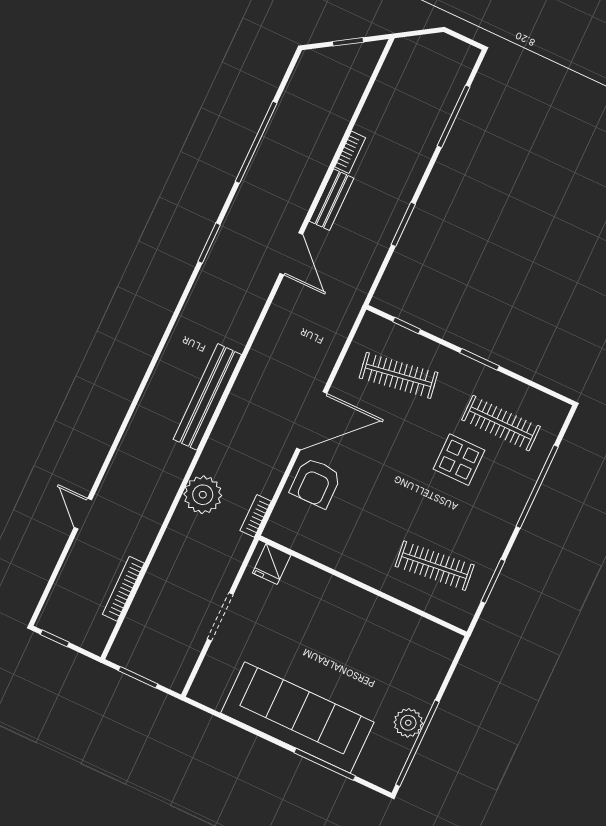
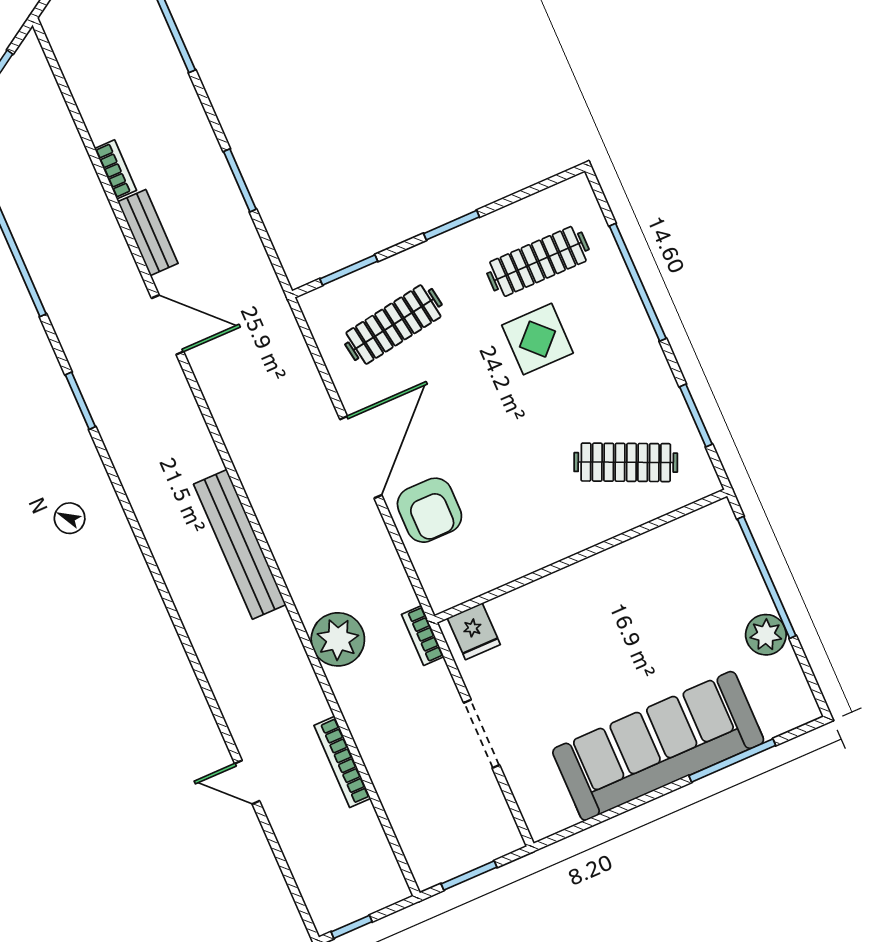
window: (407, 325) -> (349, 270), width x1.50
bookcase: (256, 516) -> (423, 636), moved
clothes rail: (435, 566) -> (626, 462), turned 30
bookcase: (123, 589) -> (342, 762), moved
window: (417, 743) -> (767, 577), moved

